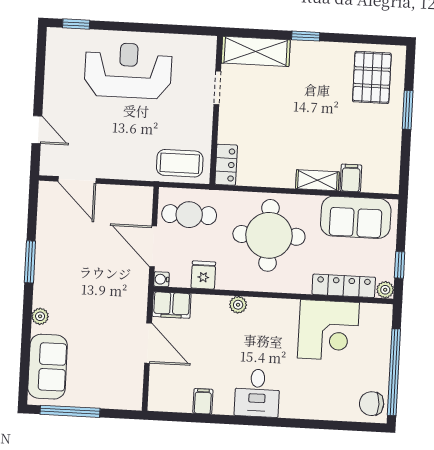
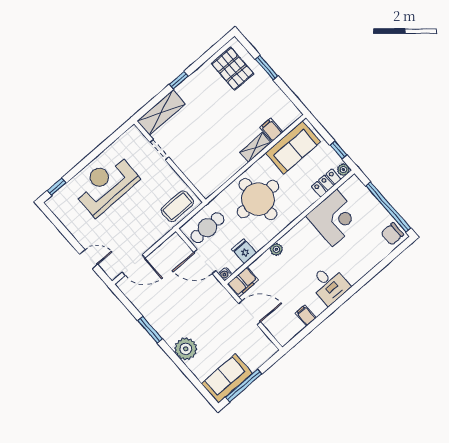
locker: (226, 165) -> (202, 184), removed
locker: (344, 286) -> (326, 183), width x0.66
plant: (40, 316) -> (186, 349), width x1.87, depth x1.87
sofa: (48, 367) -> (227, 379), moved, turned -90

